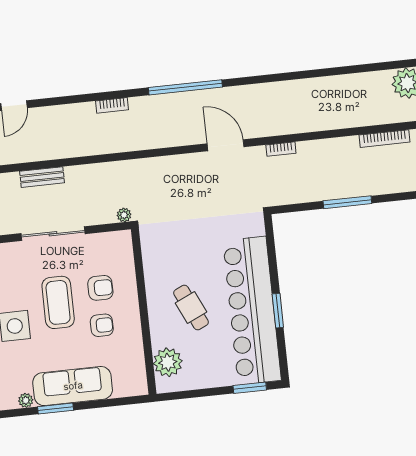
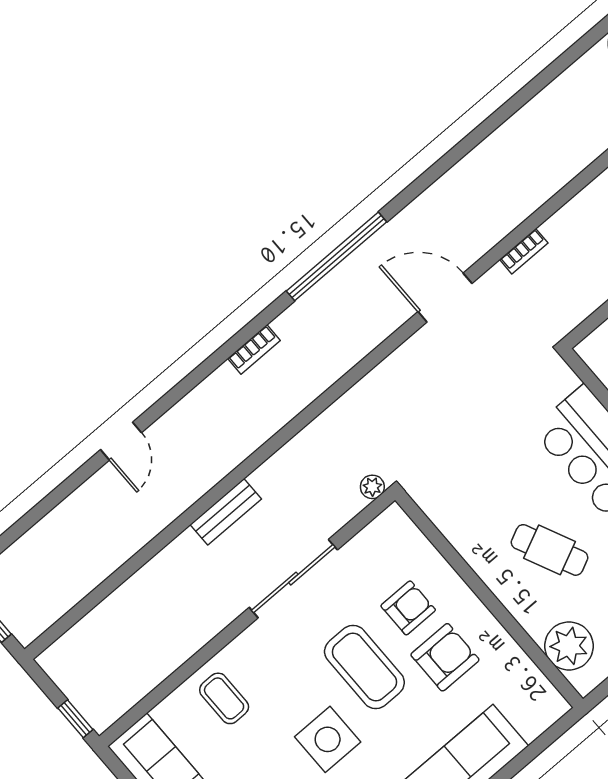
armchair: (102, 325) -> (445, 657), width x1.38, depth x1.38

